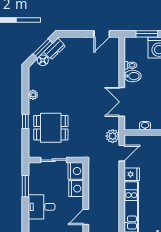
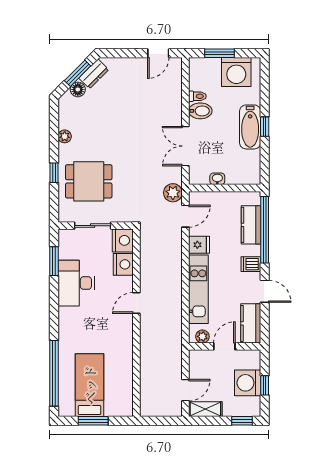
desk: (42, 207) -> (76, 283), width x1.37

